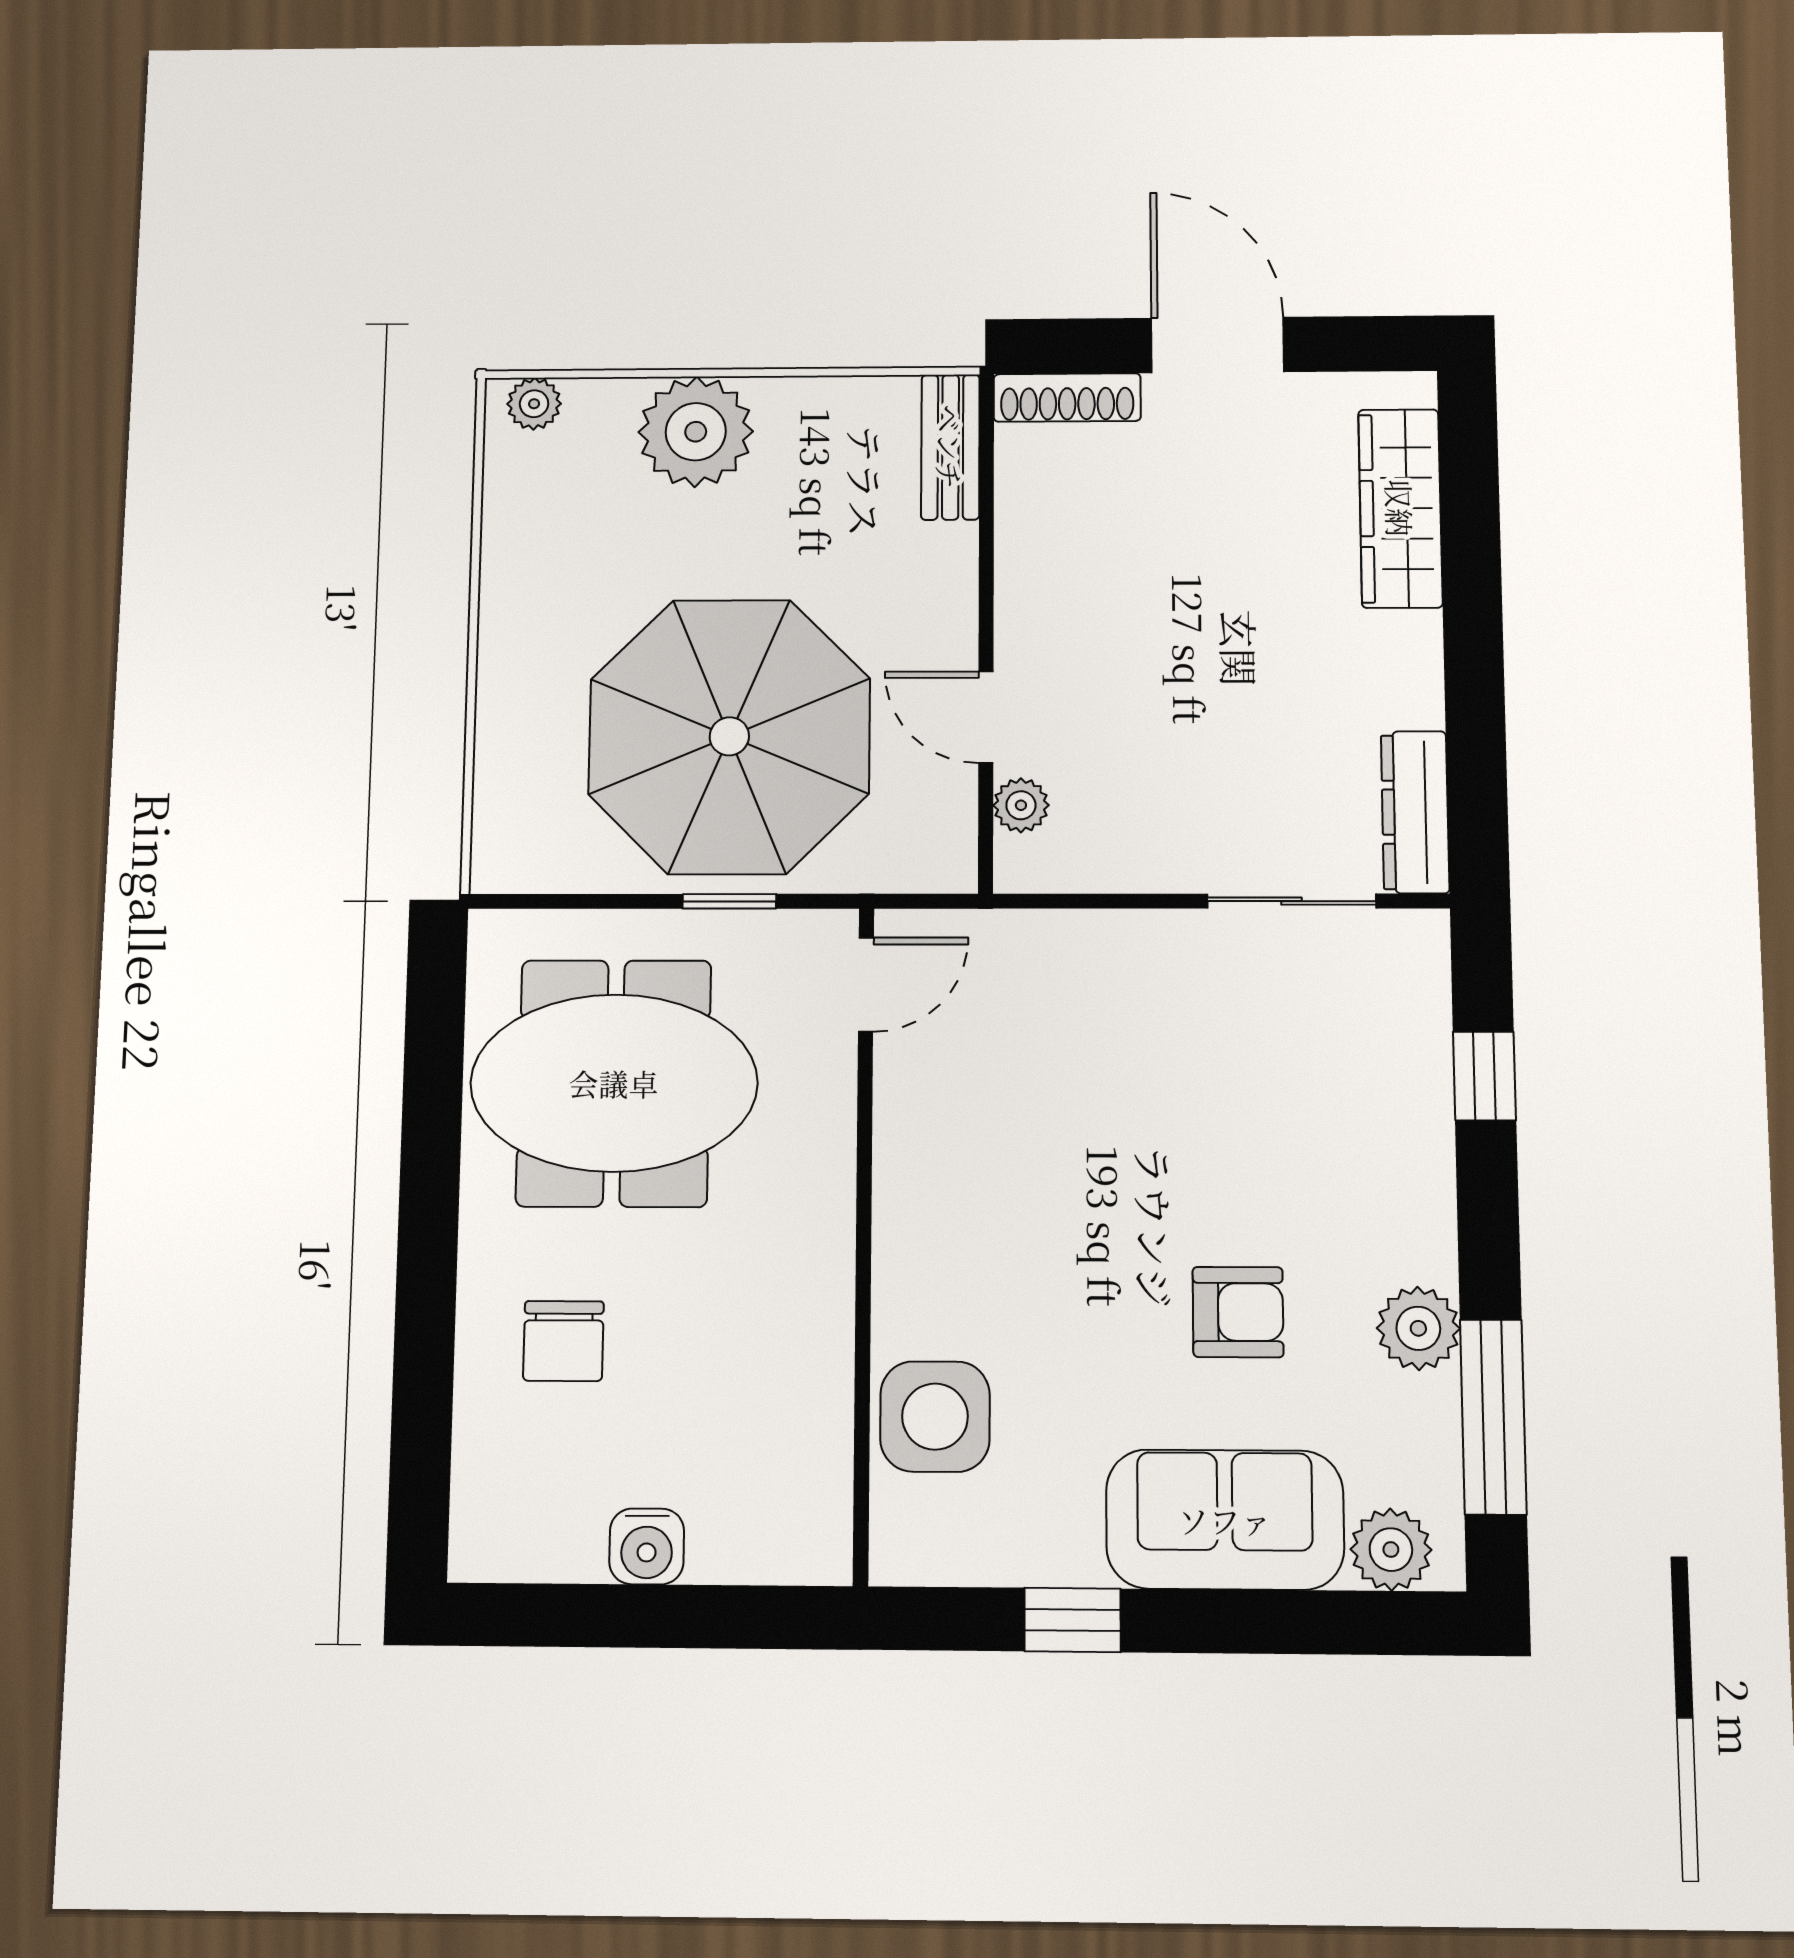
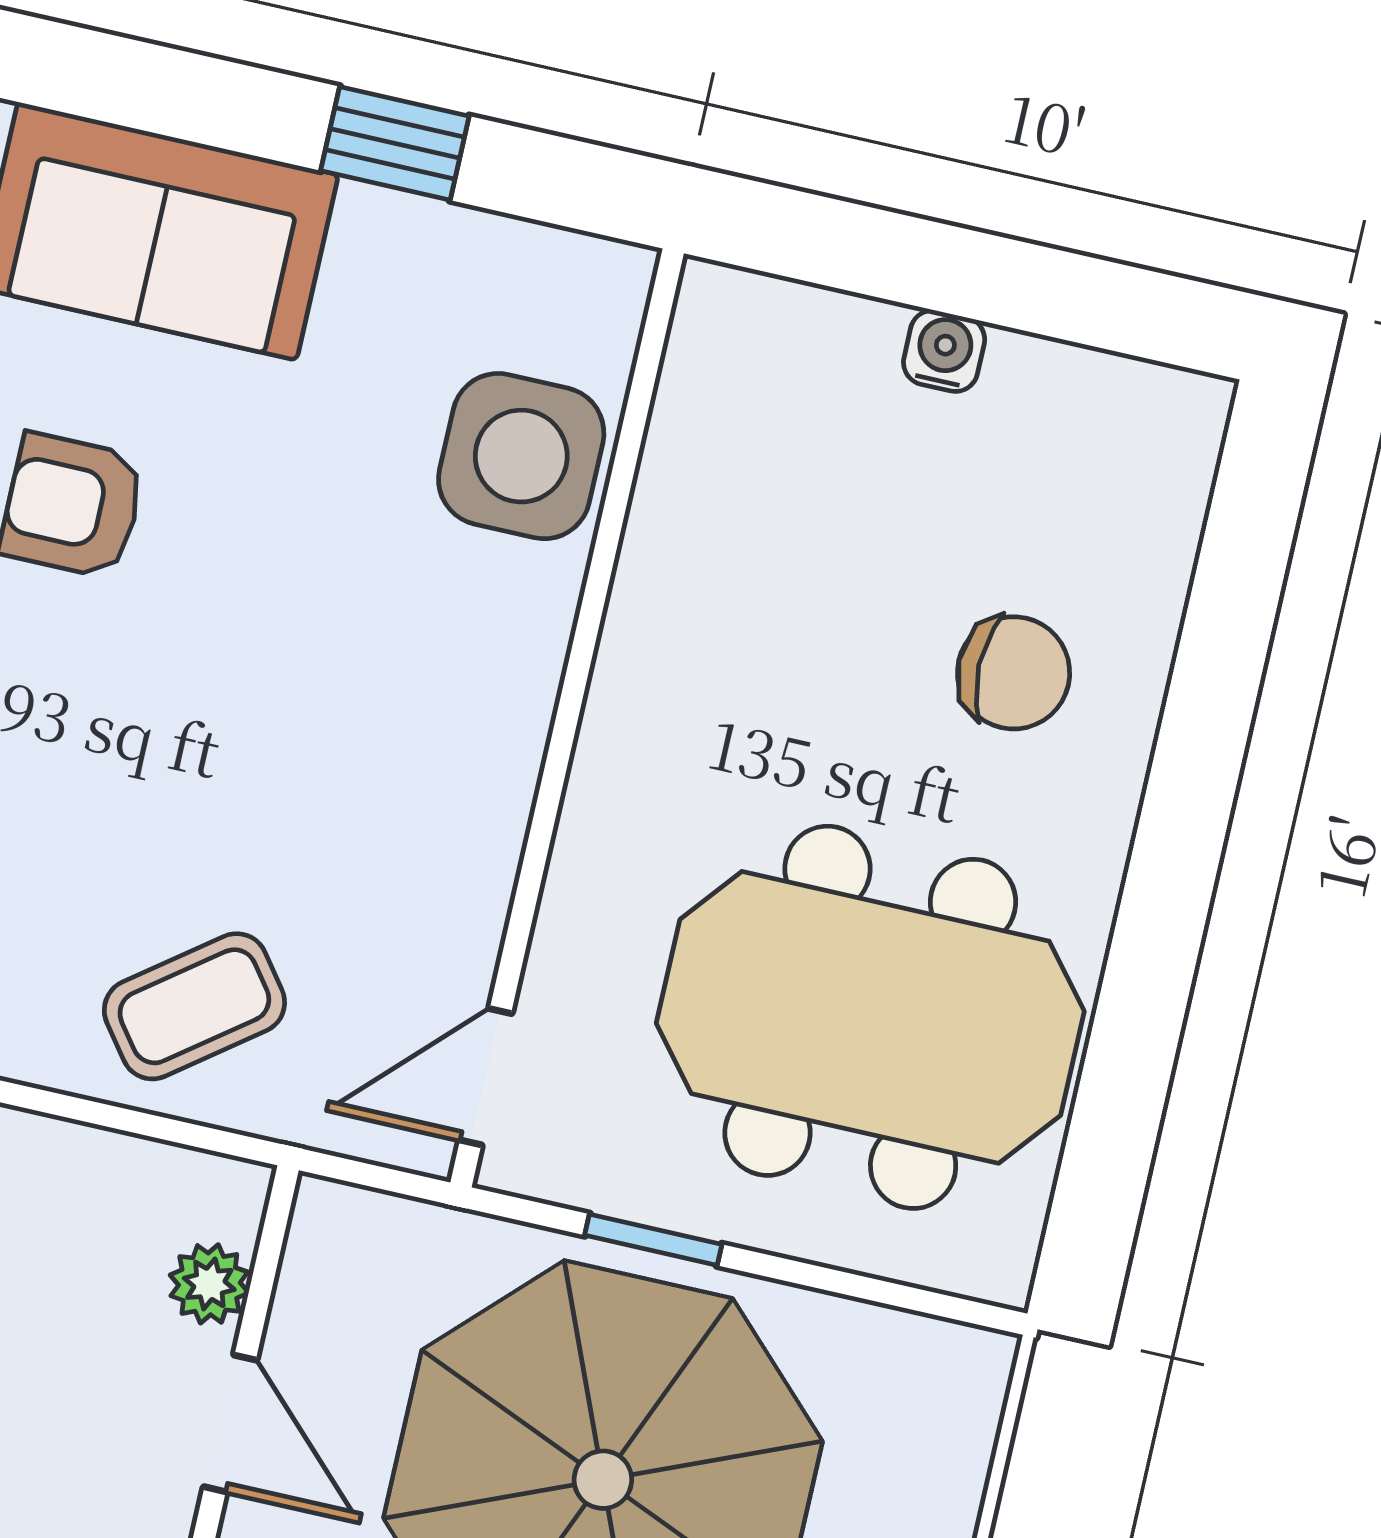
coffee table: (1074, 988) -> (194, 1006), added
chair: (563, 1341) -> (1014, 673), turned 90
water cooler: (647, 1546) -> (944, 351), width x0.72, depth x0.72

